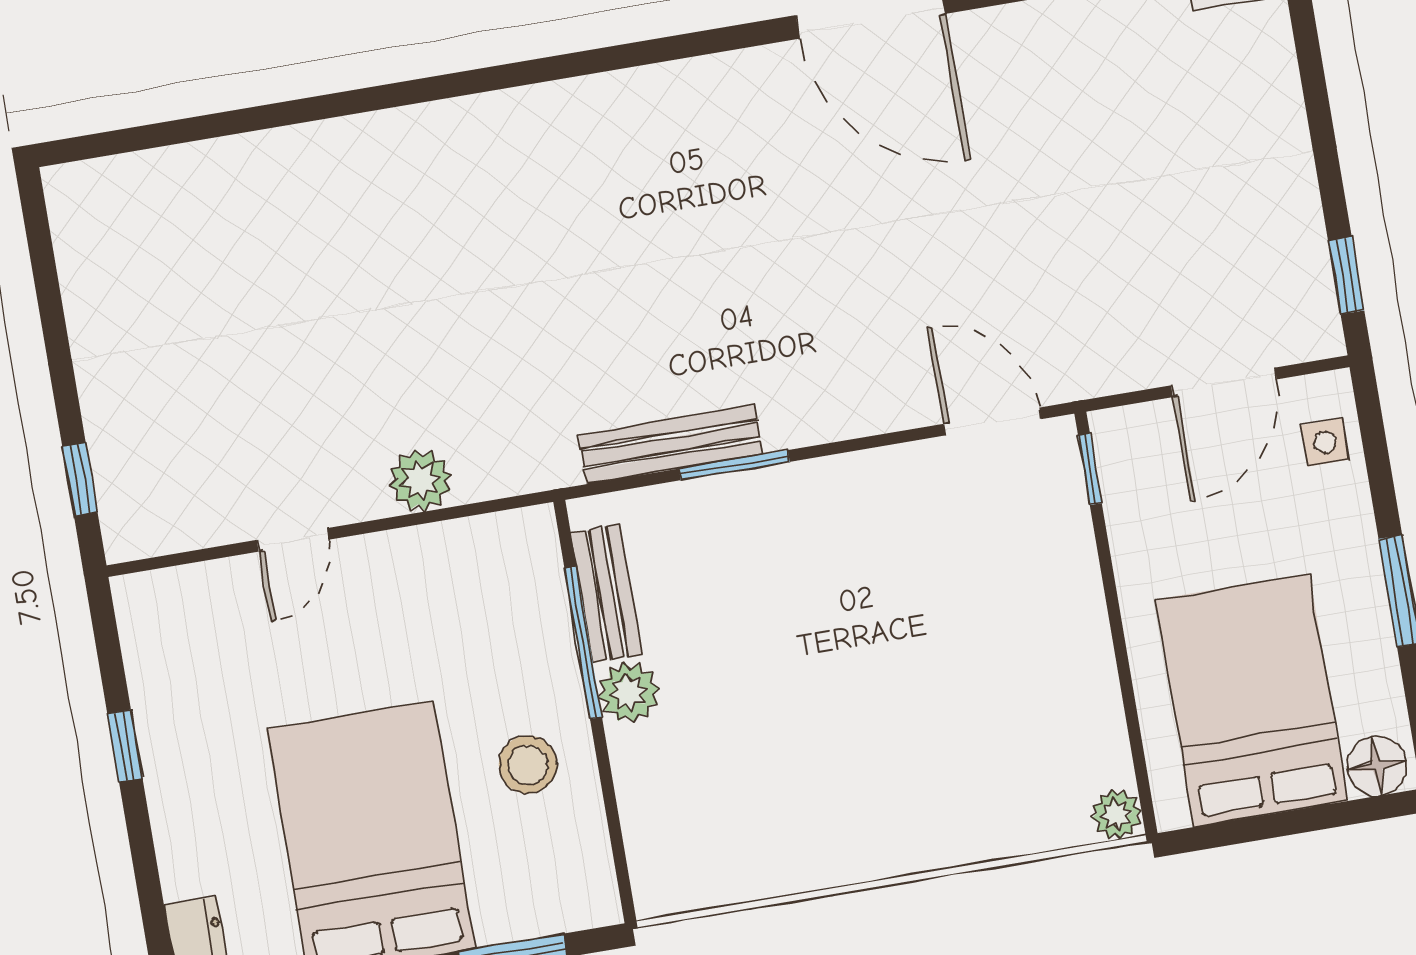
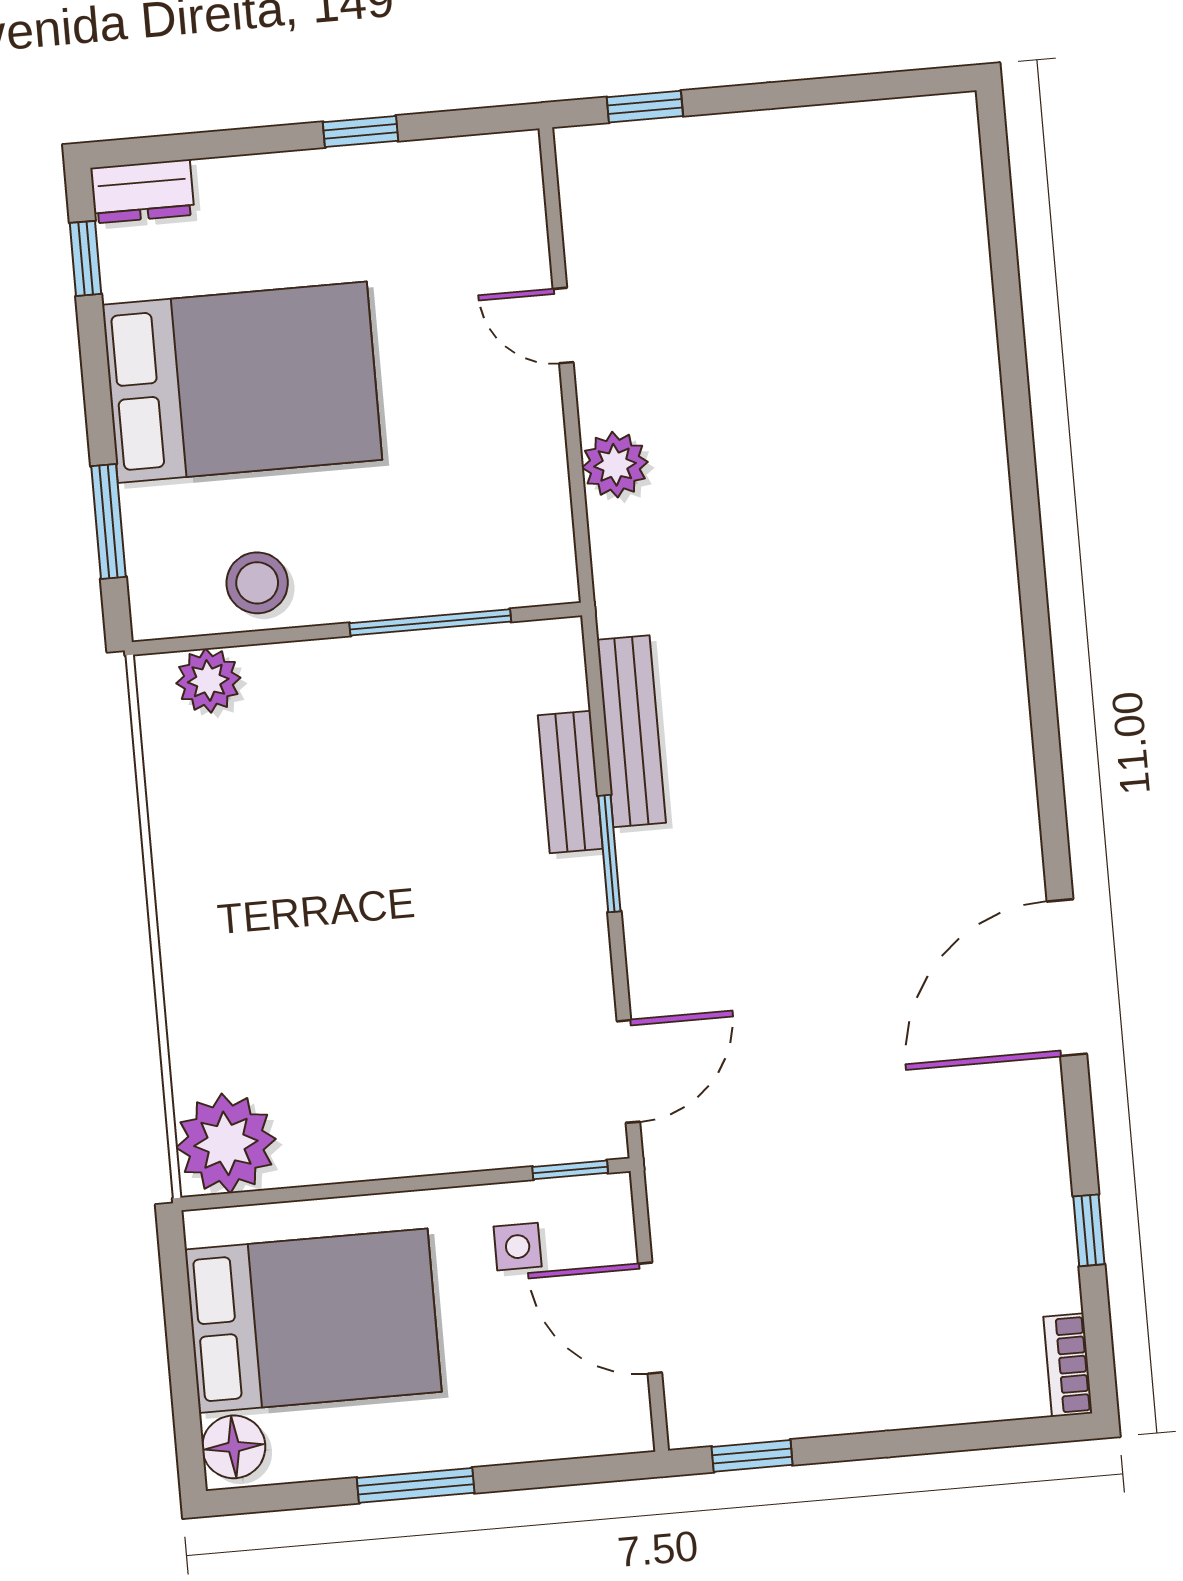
side table: (1325, 442) -> (518, 1247), moved
window: (734, 465) -> (609, 854), moved
bench: (606, 594) -> (570, 782), moved, turned 90
plant: (629, 692) -> (208, 681), moved
stool: (528, 765) -> (257, 583), moved
plant: (1117, 814) -> (226, 1143), width x1.88, depth x1.88

